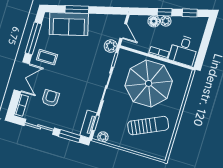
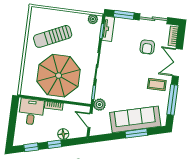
plant: (166, 21) -> (52, 136), removed
sofa: (69, 24) -> (135, 119), width x1.36

